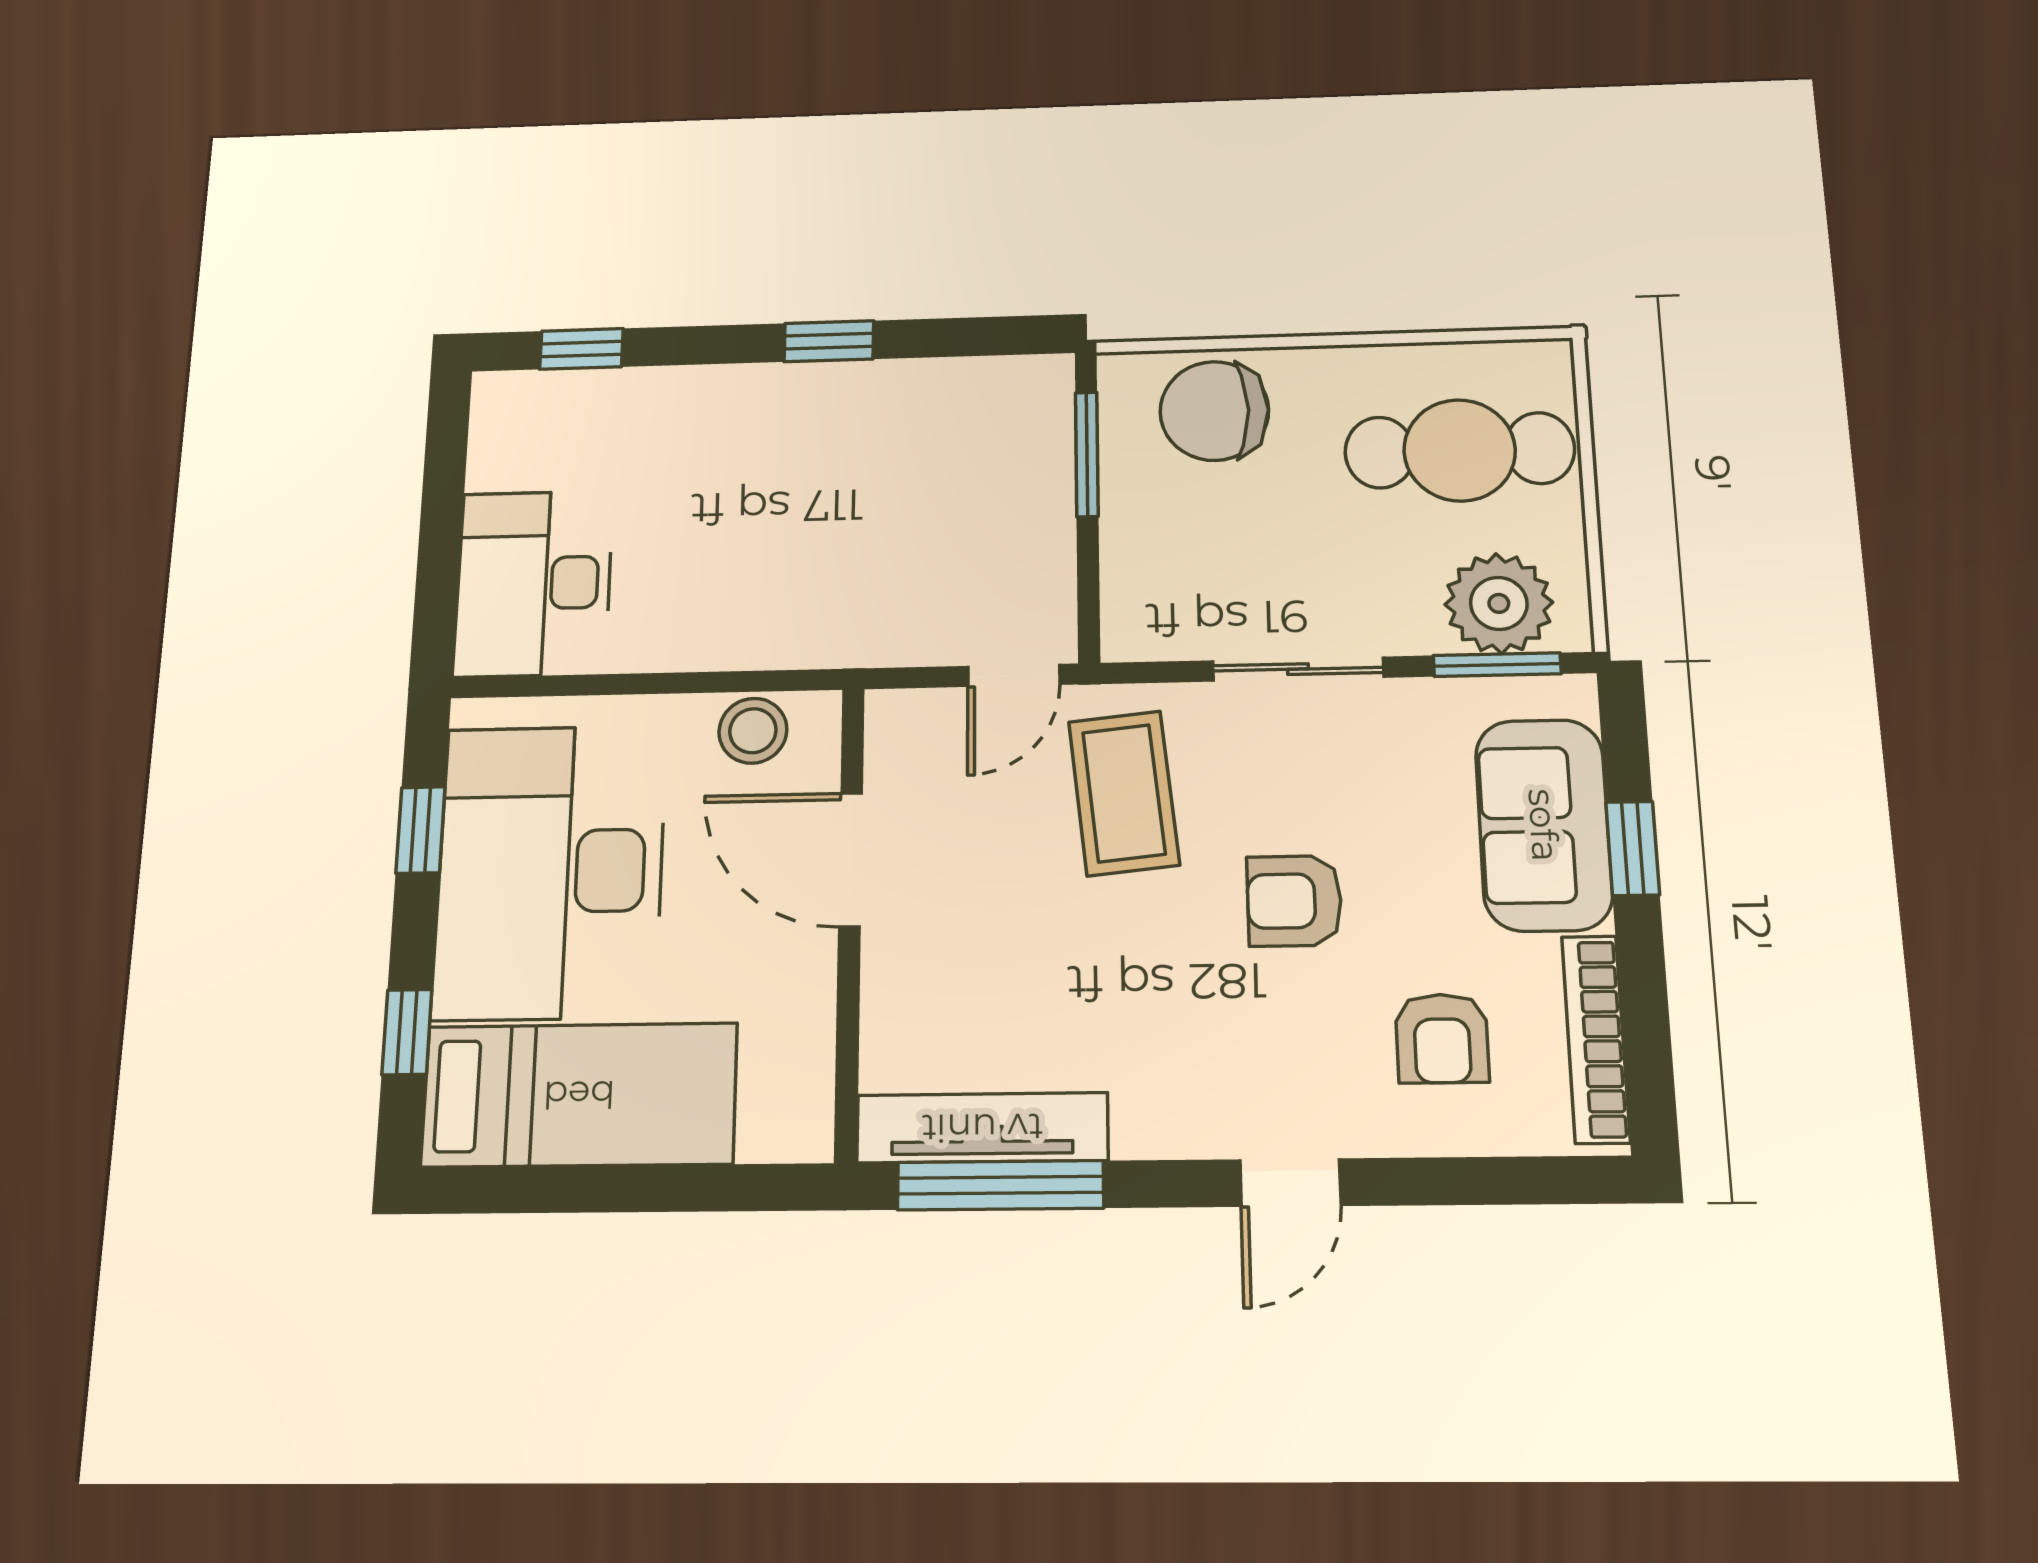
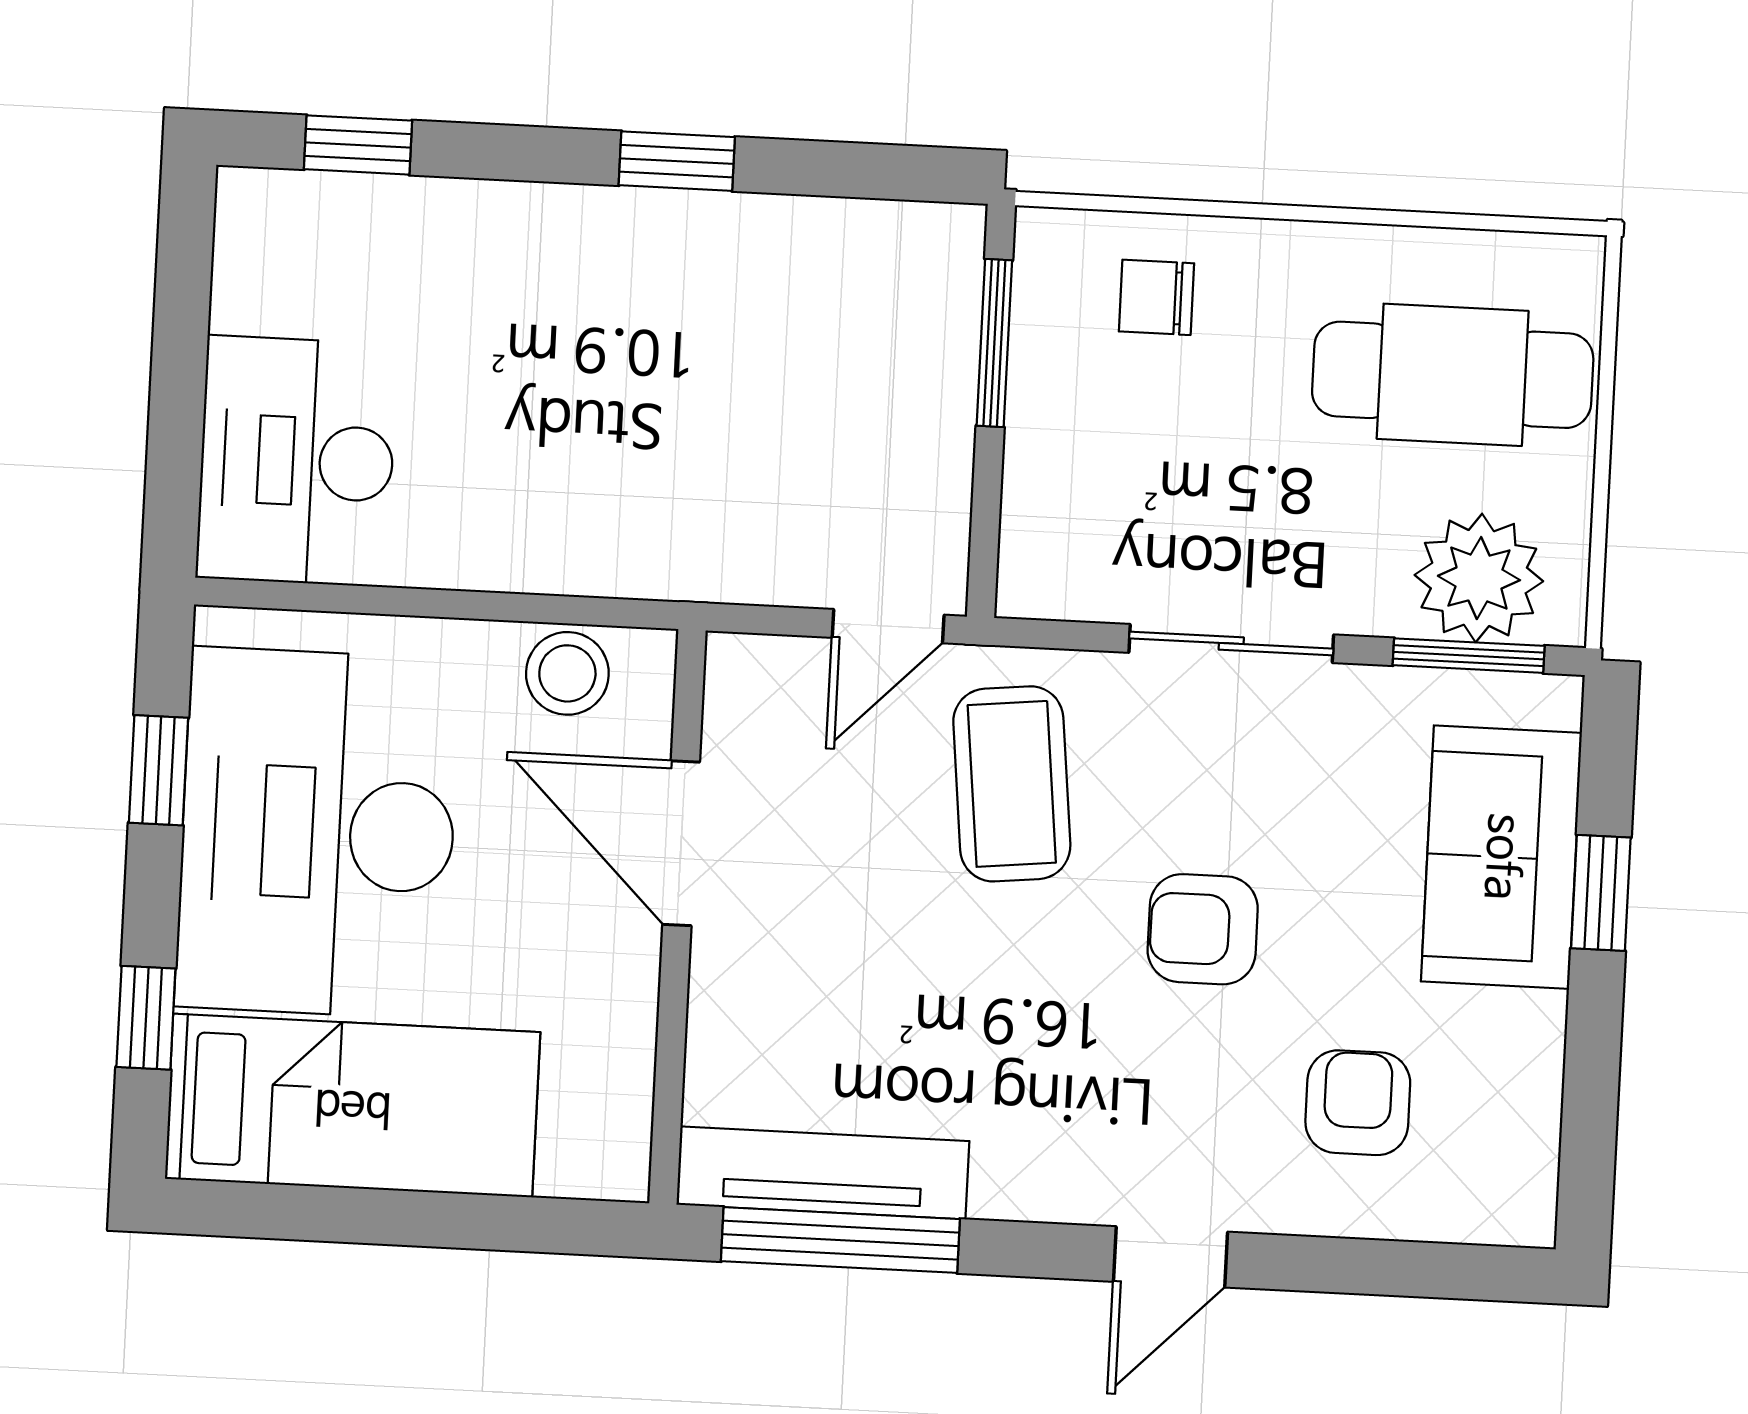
chair: (1214, 411) -> (1156, 297), width x0.54, depth x0.54
armchair: (1442, 1038) -> (1358, 1103), turned 180
bookcase: (1596, 1039) -> (1532, 1114), removed

